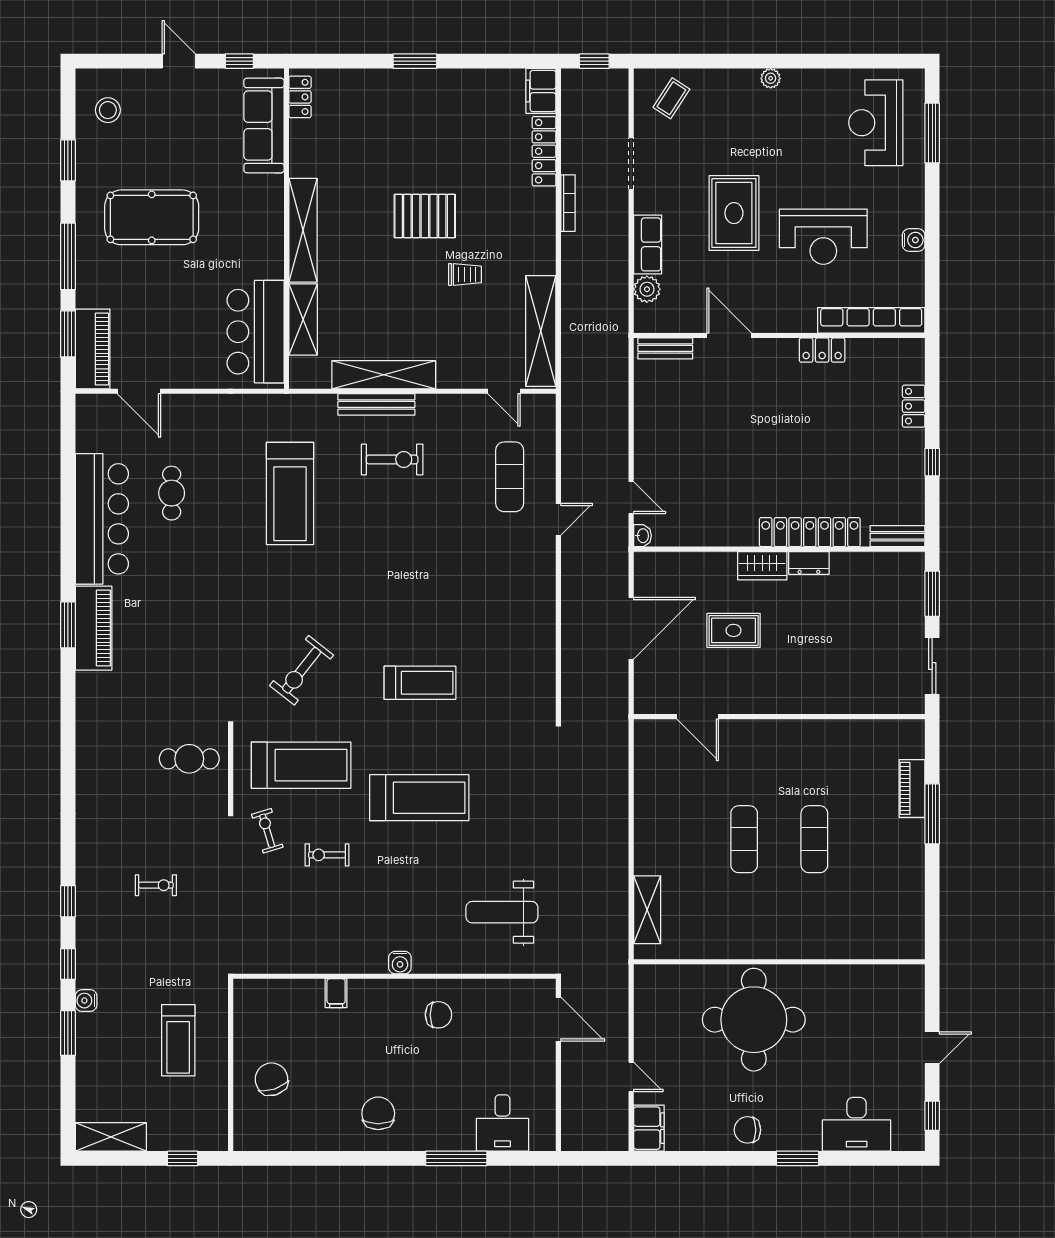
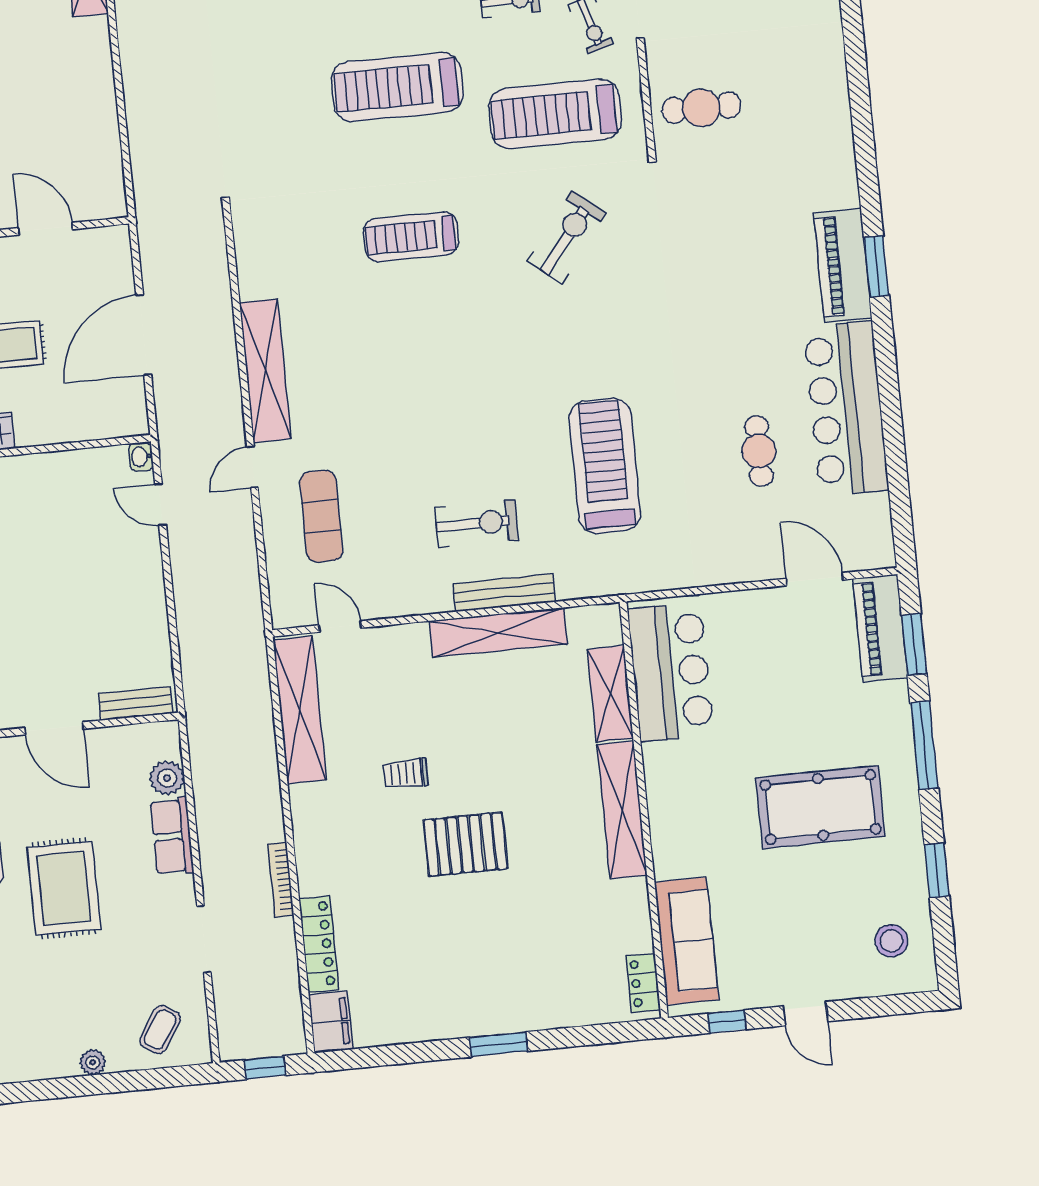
plant: (771, 78) -> (93, 1062), moved
exercise bike: (392, 459) -> (476, 523), turned 180
shelving: (541, 592) -> (265, 371), added

